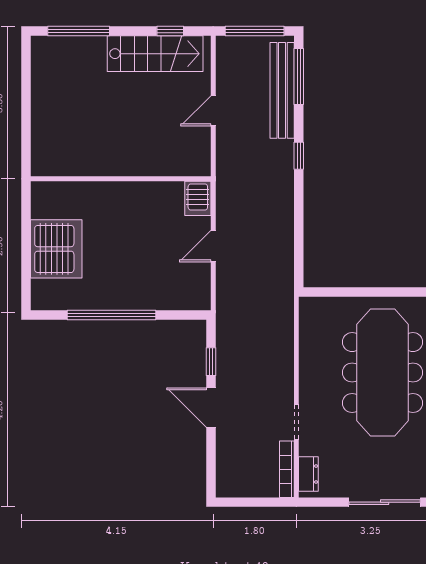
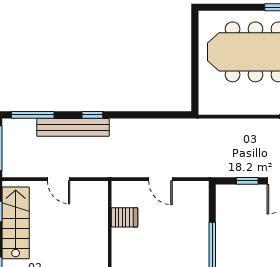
bench: (282, 90) -> (73, 127), moved
server rack: (198, 198) -> (124, 217), moved

